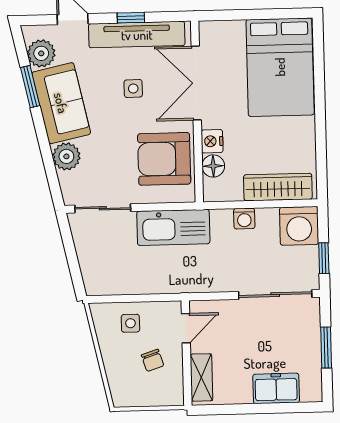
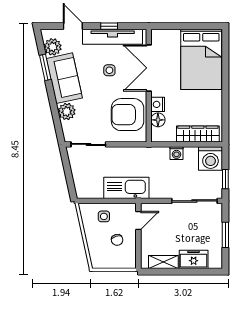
kitchen sink: (173, 227) -> (126, 188), moved, turned 180
shelving: (201, 377) -> (163, 262), moved, turned 90

